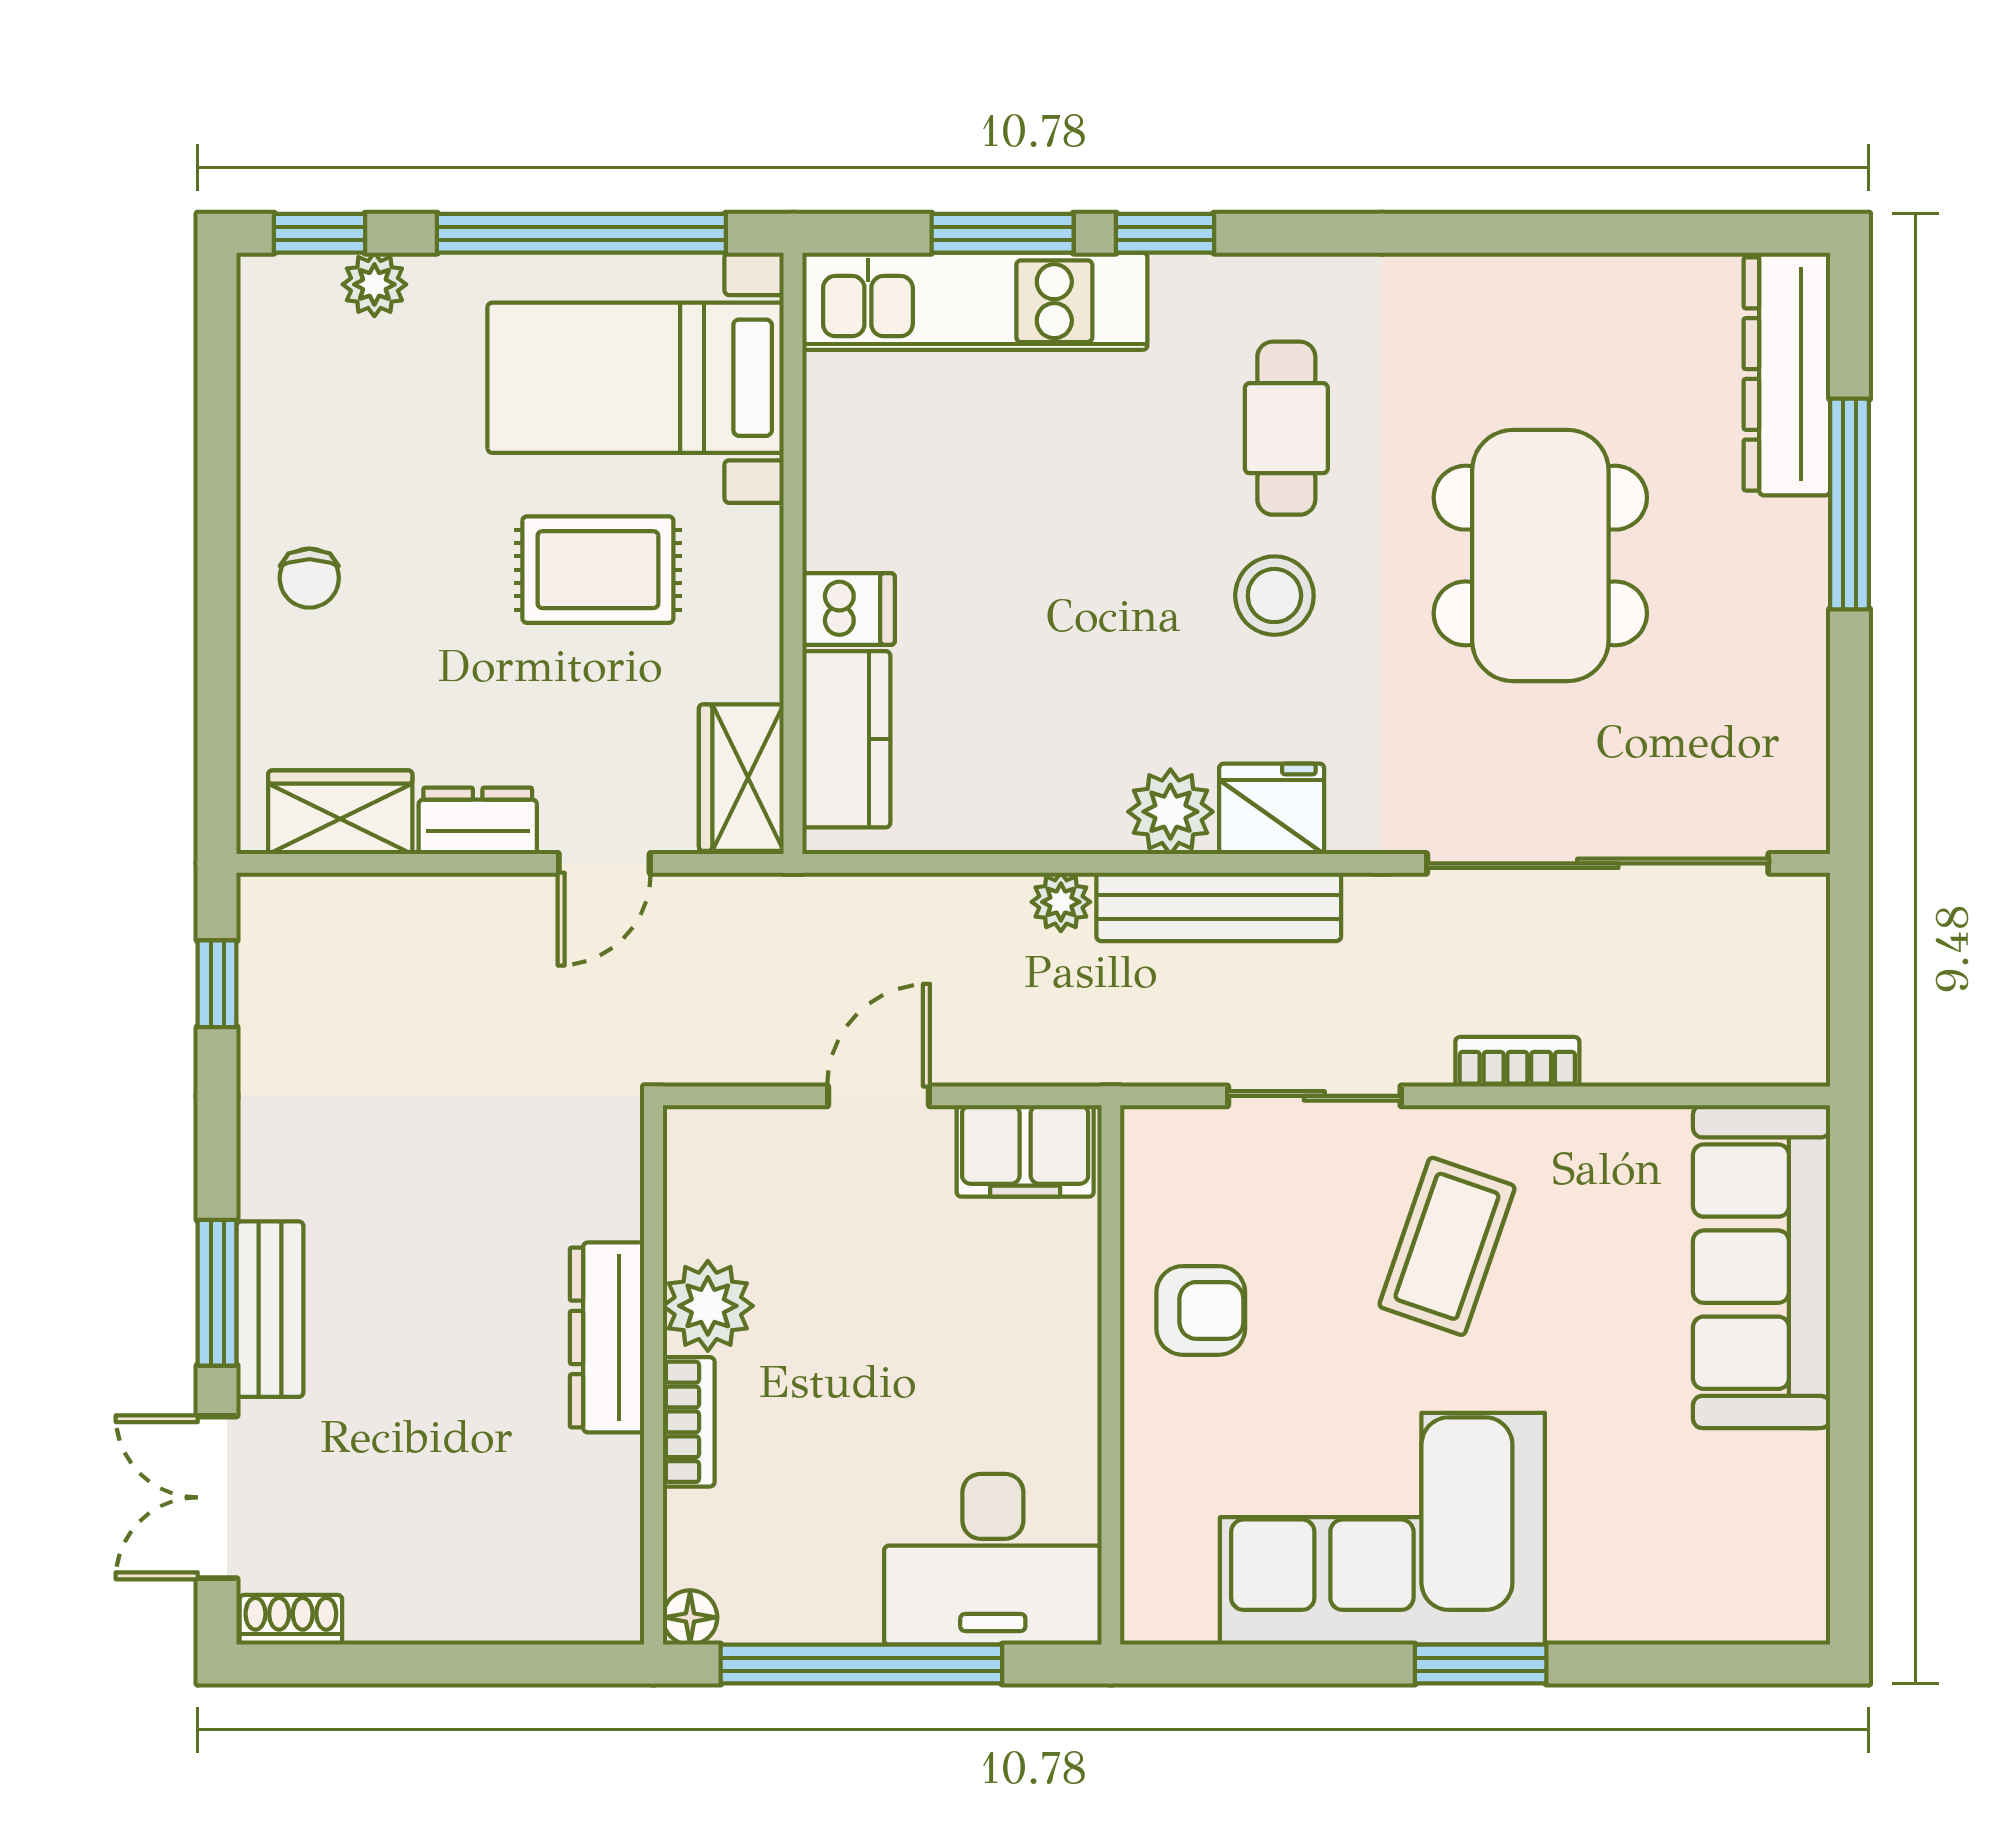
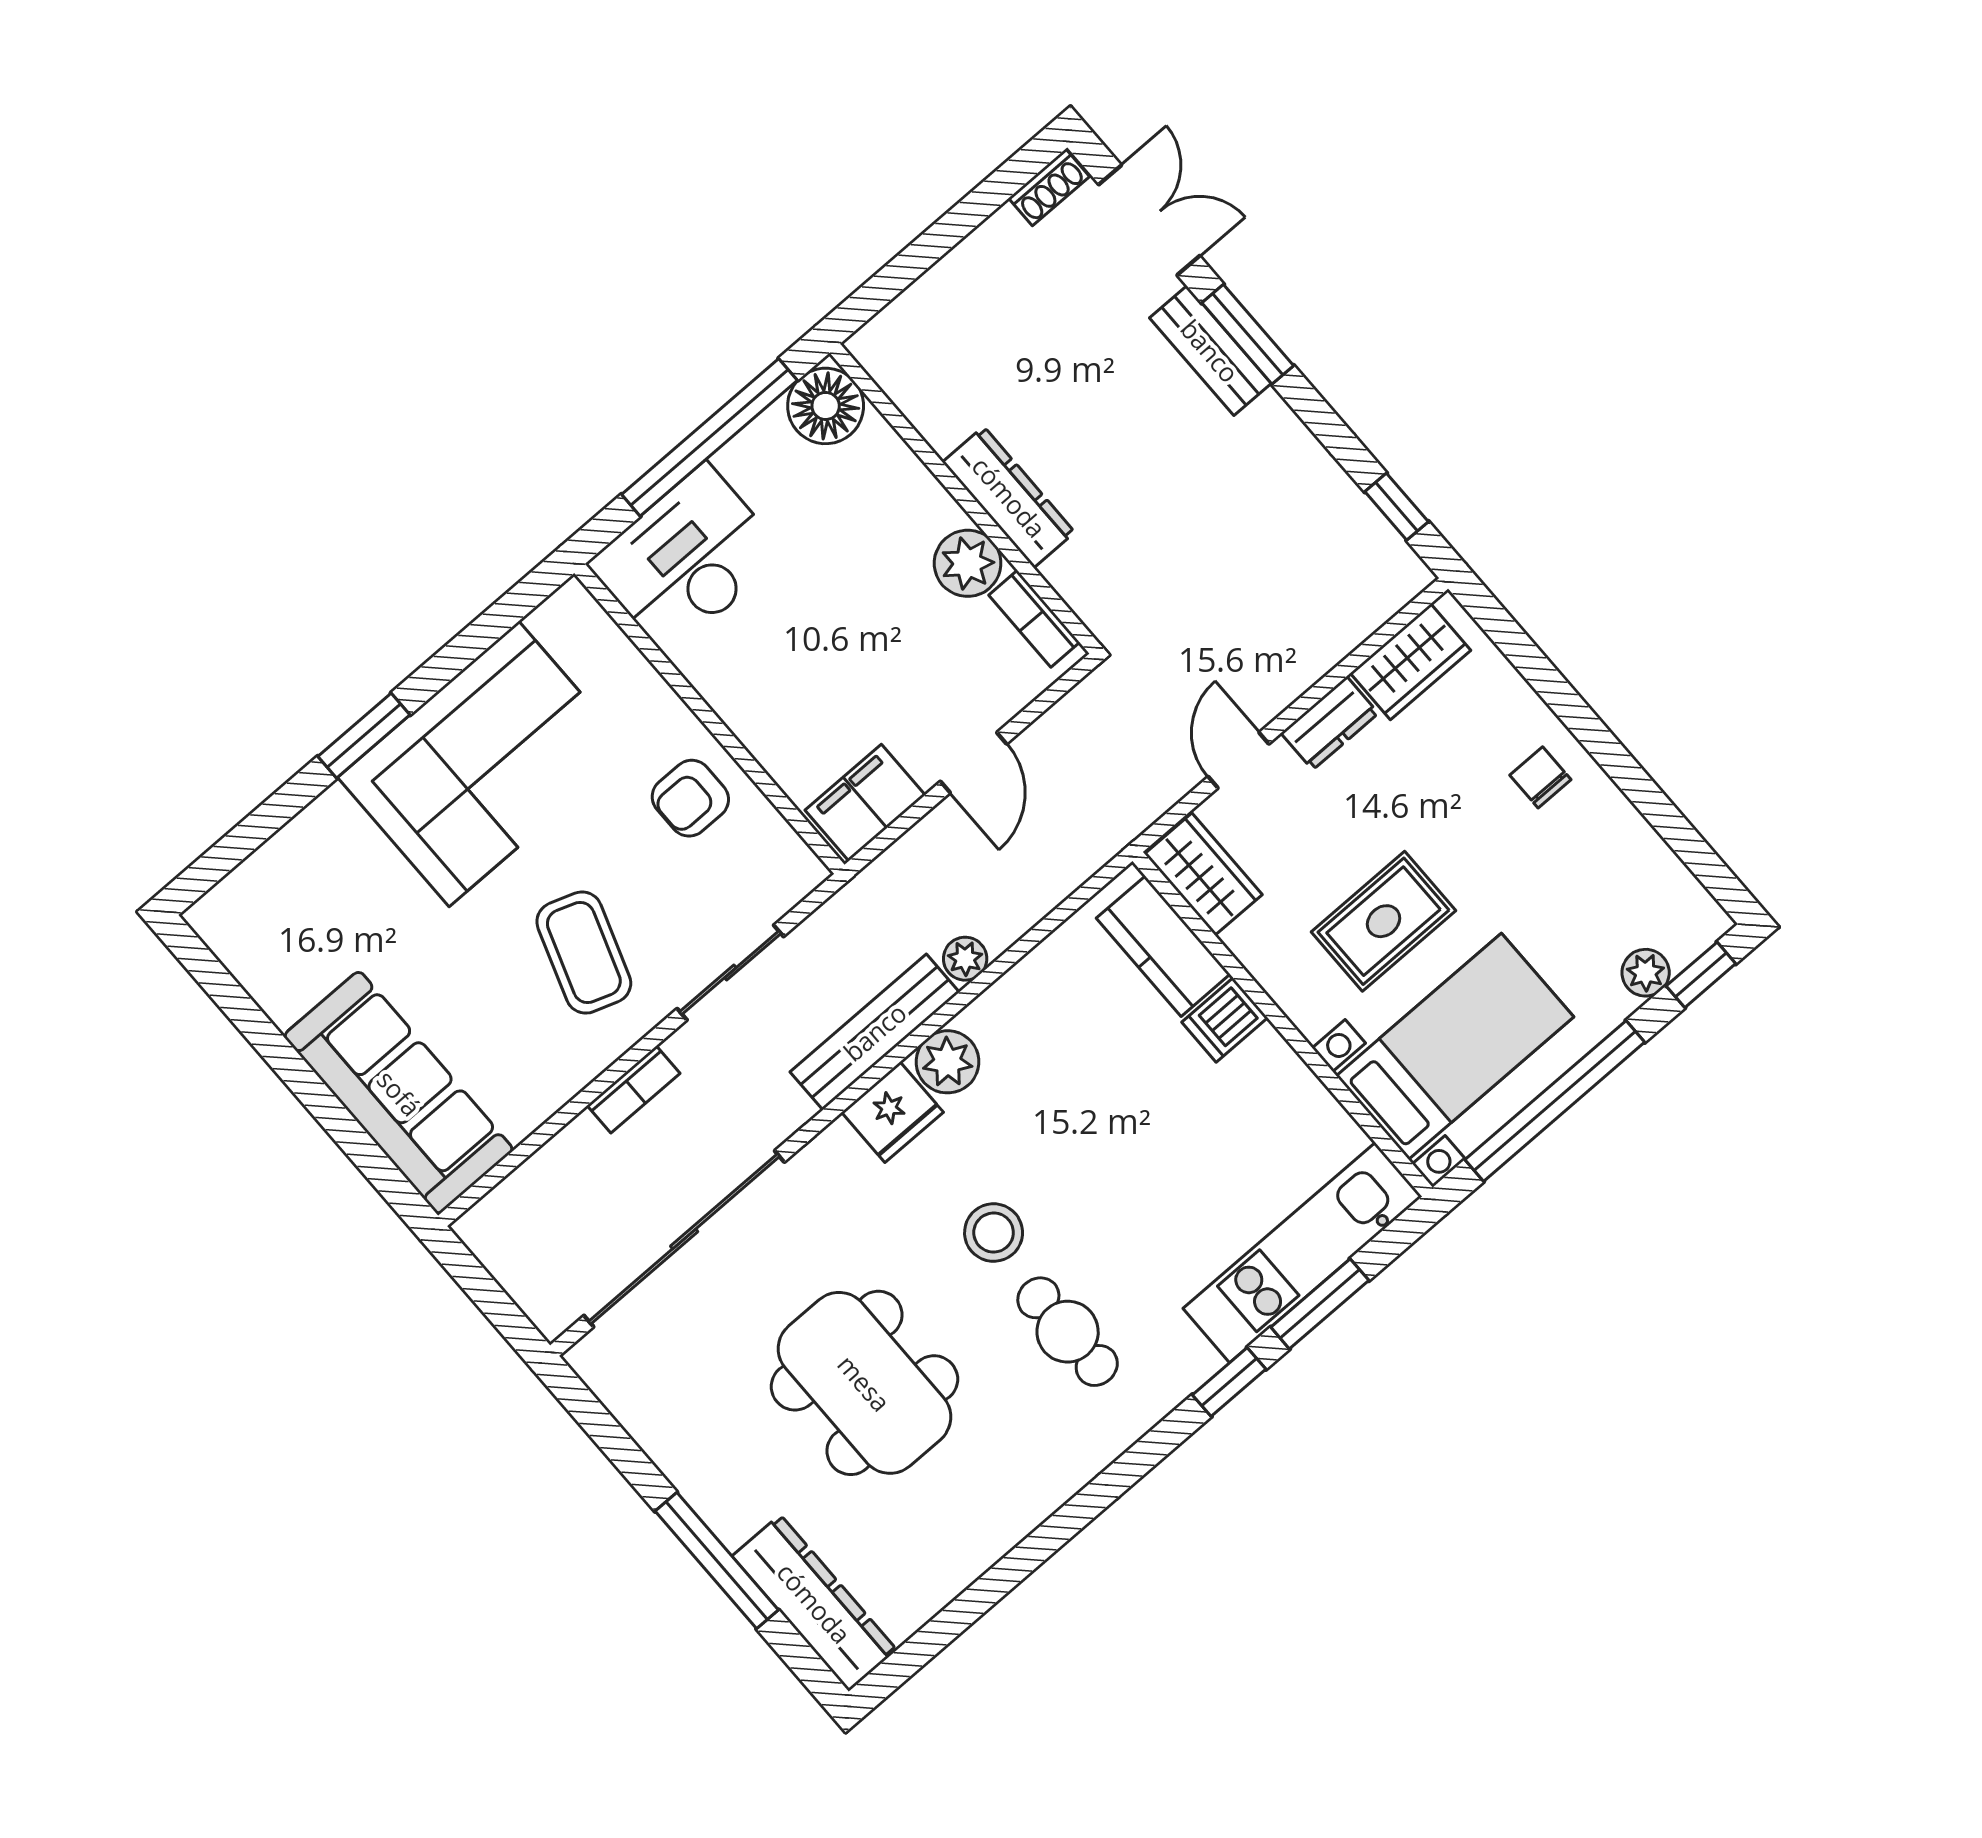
bookcase: (689, 1422) -> (1034, 619), moved
floor lamp: (690, 1617) -> (826, 406), width x1.89, depth x1.89

